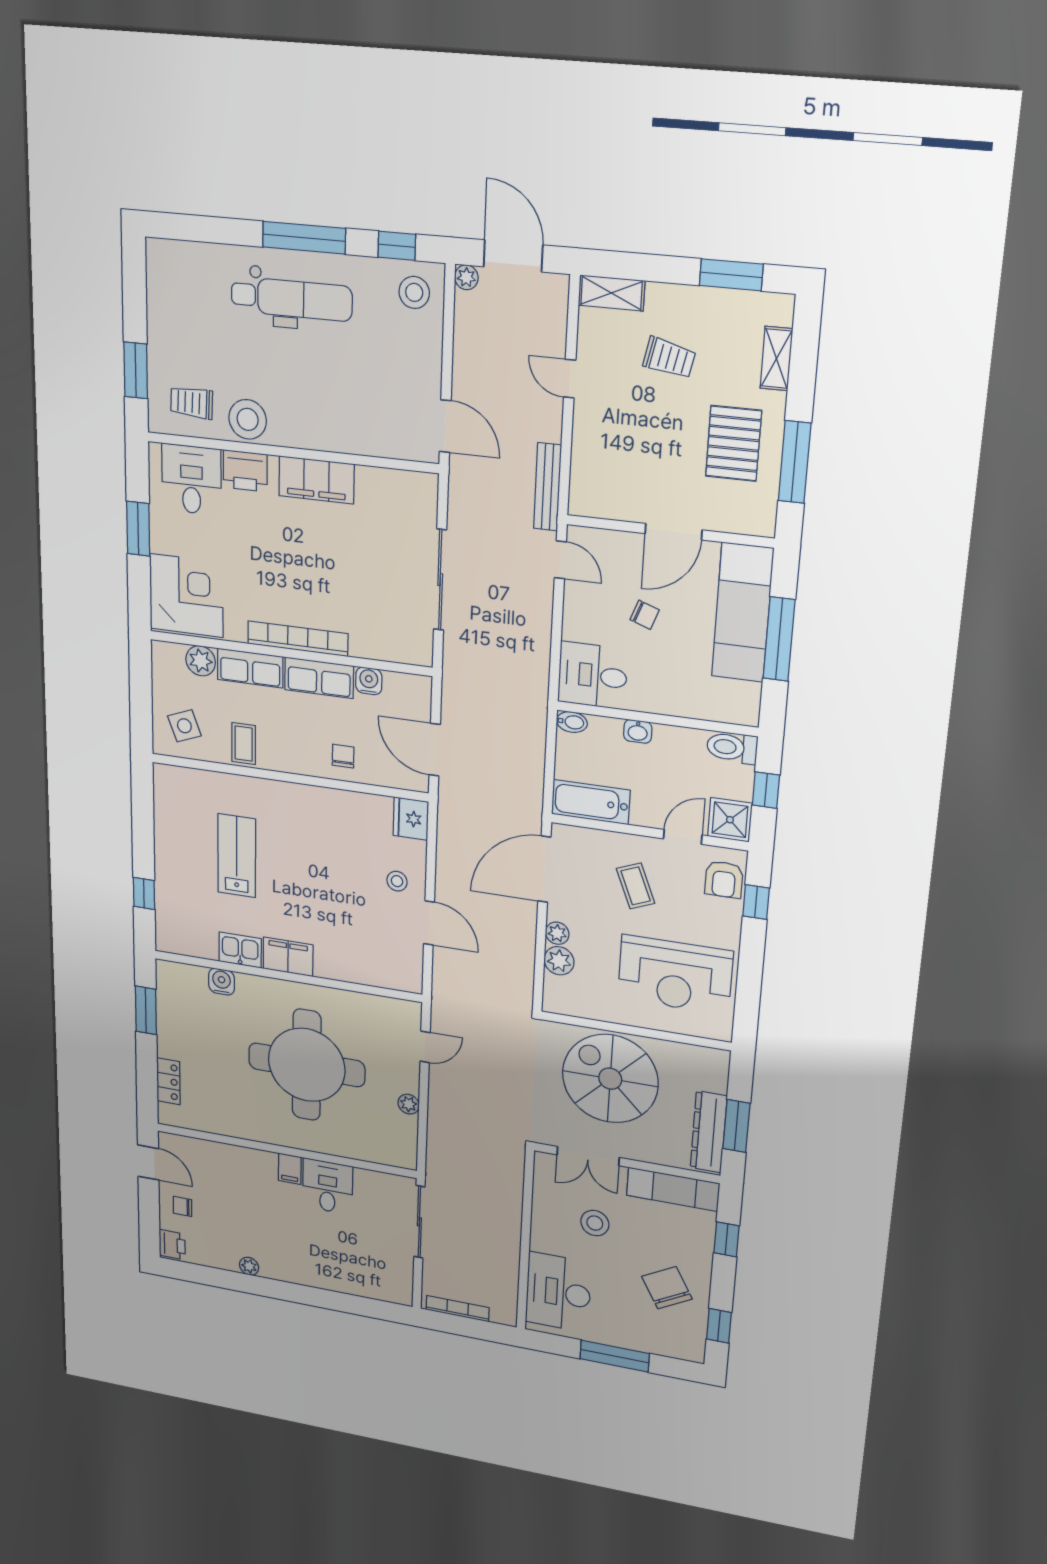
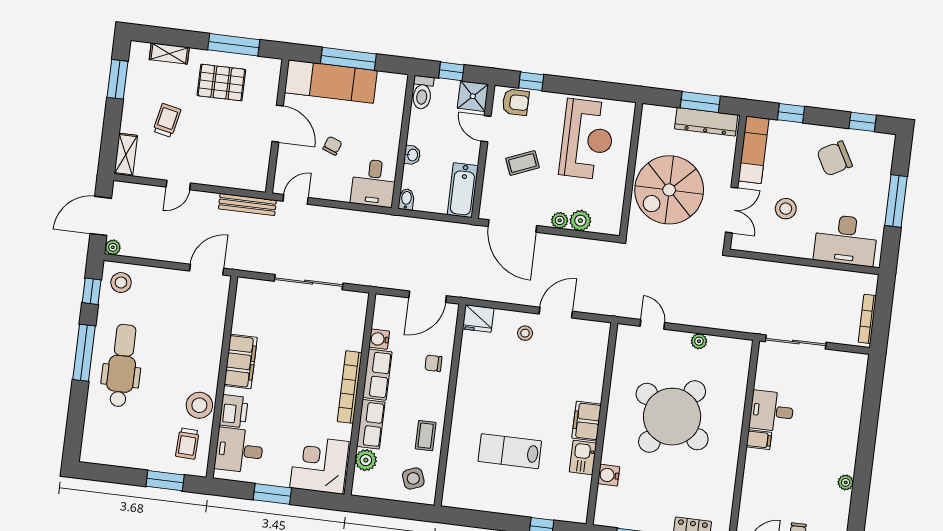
coffee table: (244, 744) -> (426, 436), turned 90
round table: (307, 1065) -> (672, 417), turned 35

